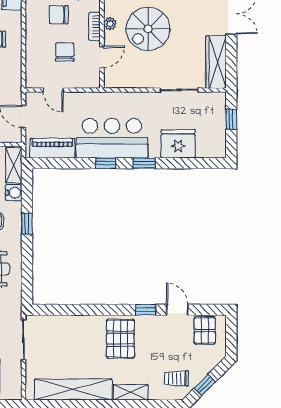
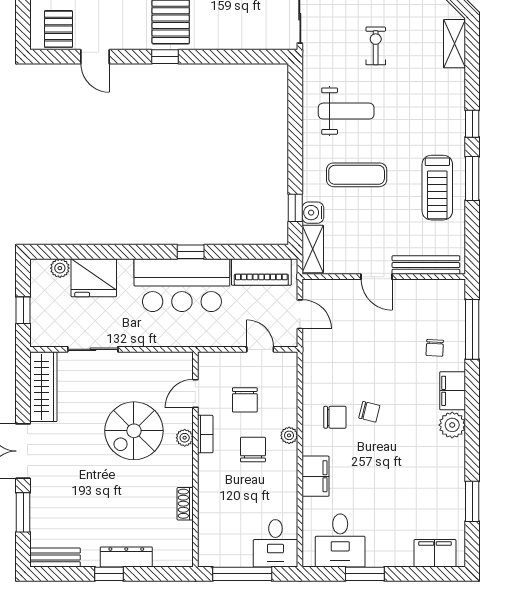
chair: (59, 15) -> (253, 450), turned -90
plant: (32, 25) -> (289, 435), added
spiral stairs: (148, 29) -> (134, 431), turned 180
plant: (204, 151) -> (60, 268), added
window: (144, 163) -> (139, 252), removed
window: (27, 224) -> (295, 208), moved
window: (146, 310) -> (165, 57), moved

